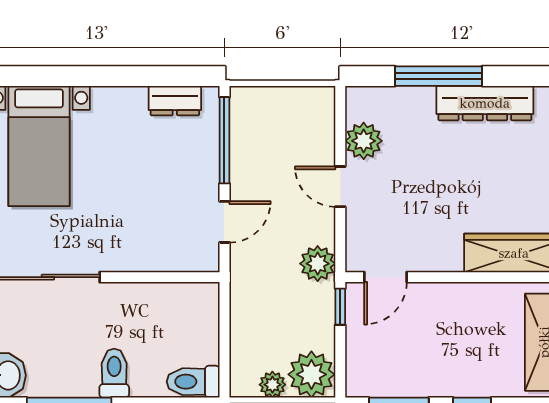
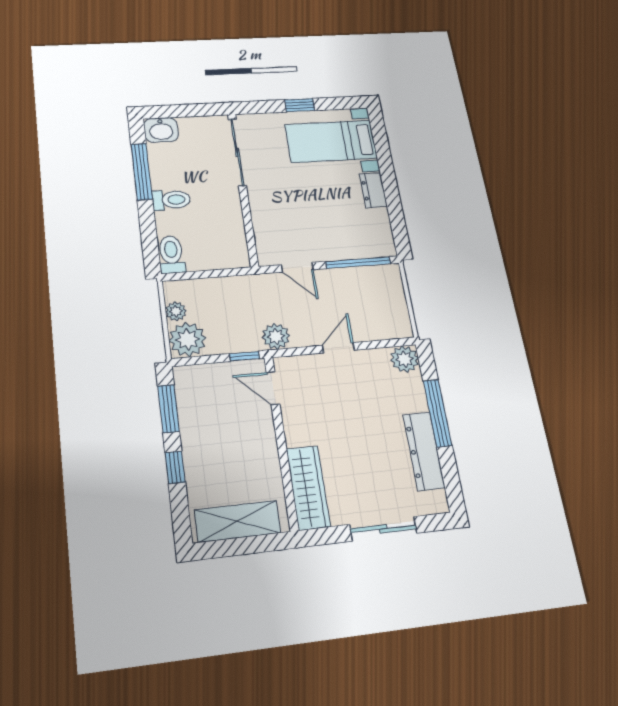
dresser: (175, 101) -> (373, 190), moved
plant: (364, 141) -> (405, 359), moved

